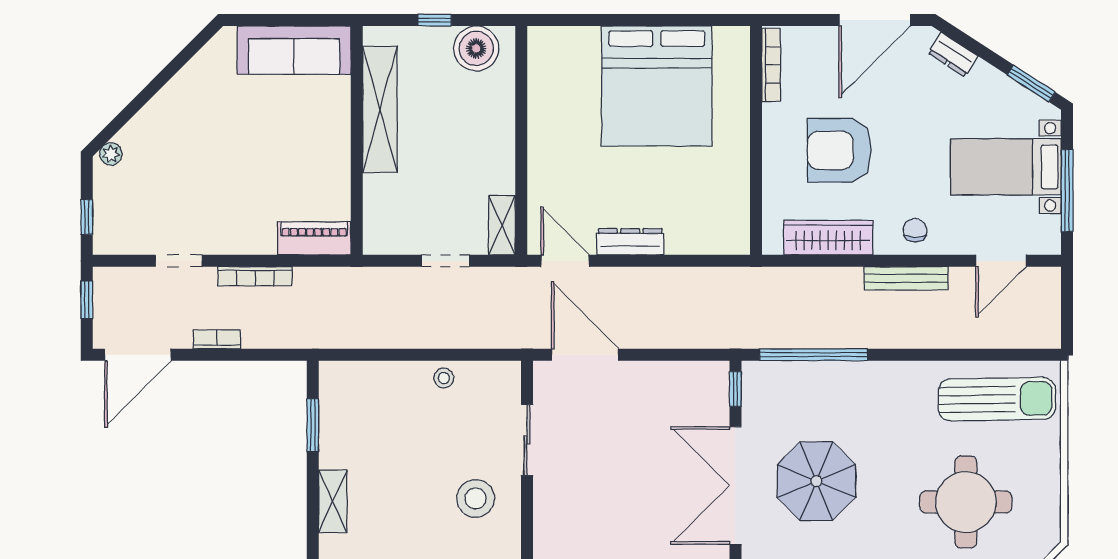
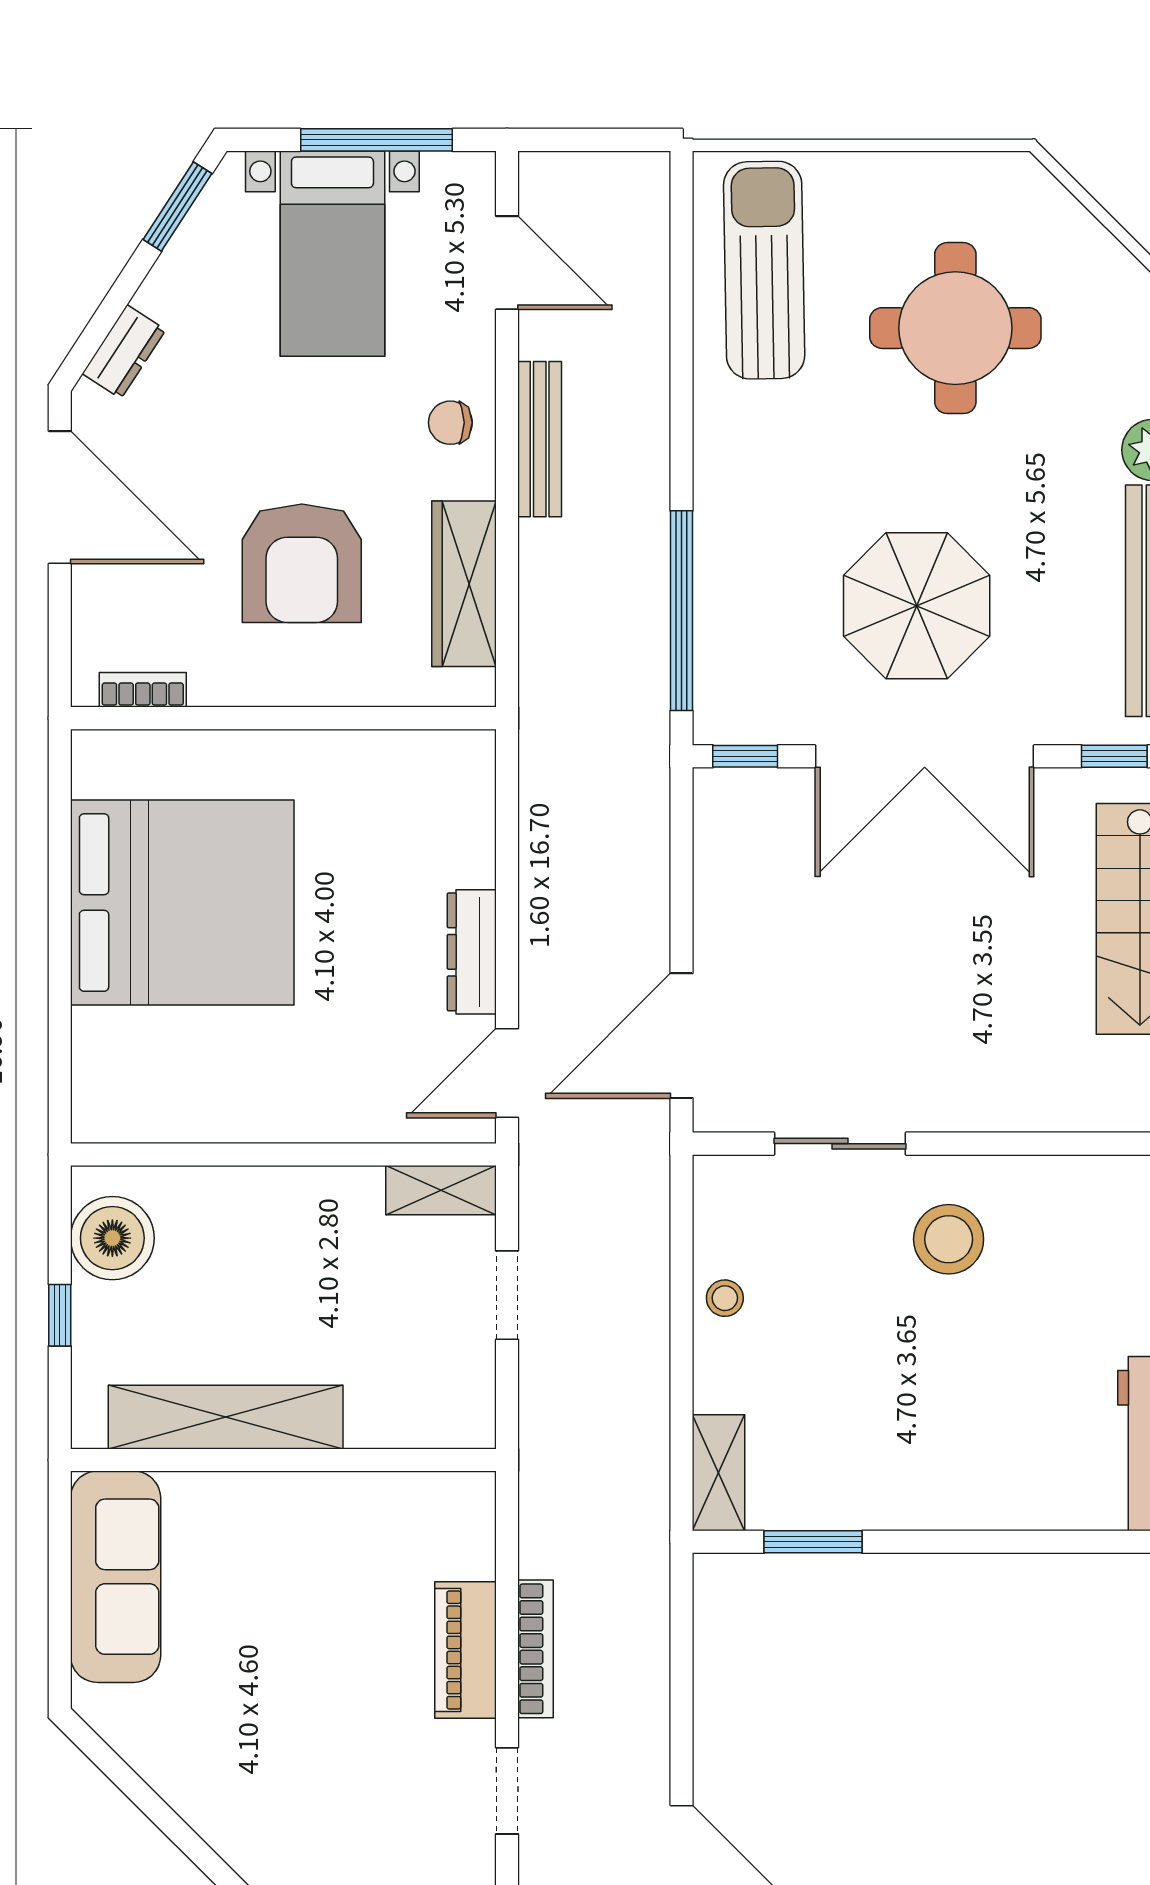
bookcase: (771, 65) -> (143, 690), width x0.64
piano: (314, 238) -> (465, 1650), moved
bookcase: (217, 339) -> (653, 1720), removed
shelving: (333, 501) -> (719, 1473), moved, turned 90

